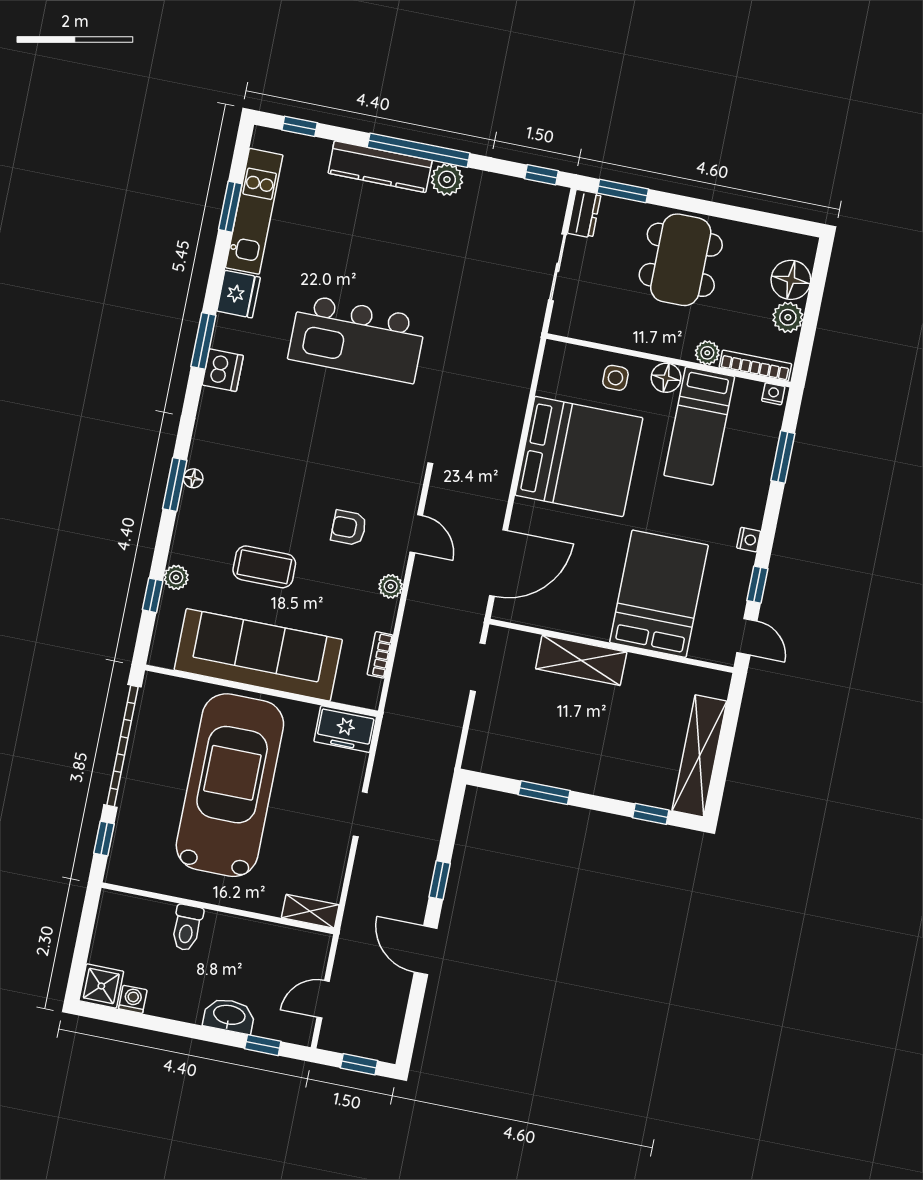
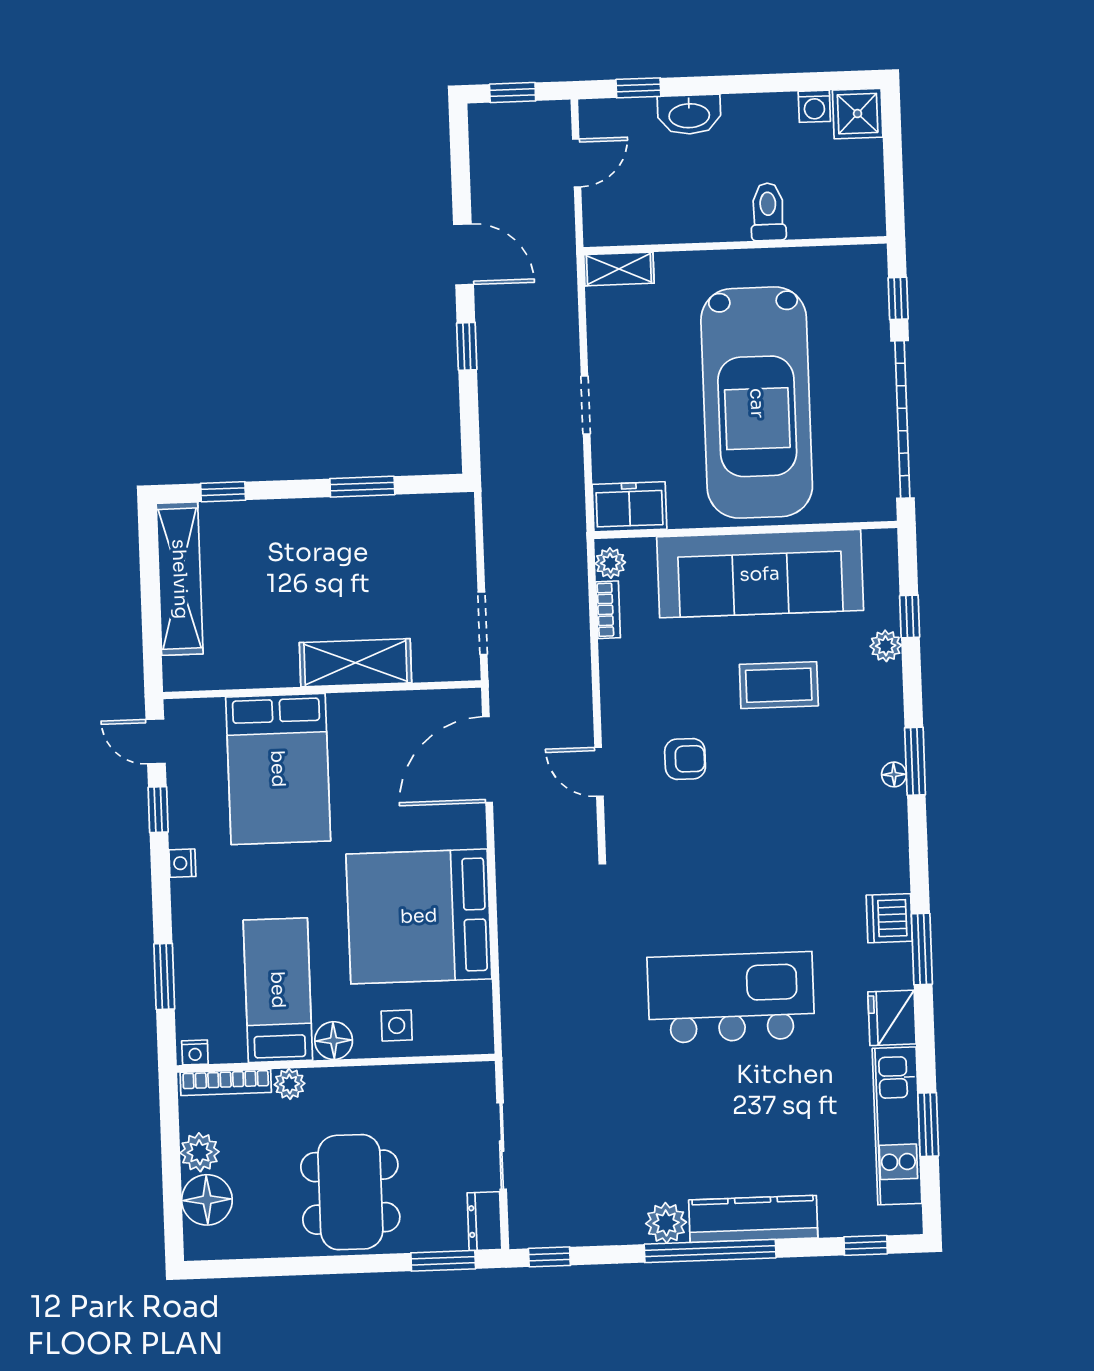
plant: (391, 586) -> (610, 563), moved

